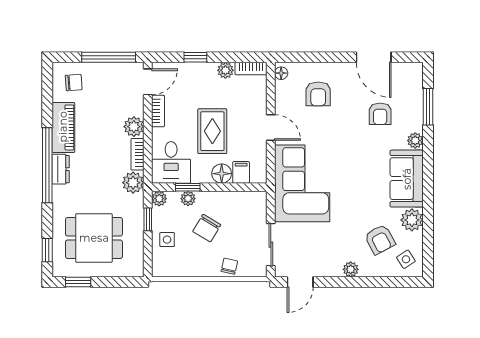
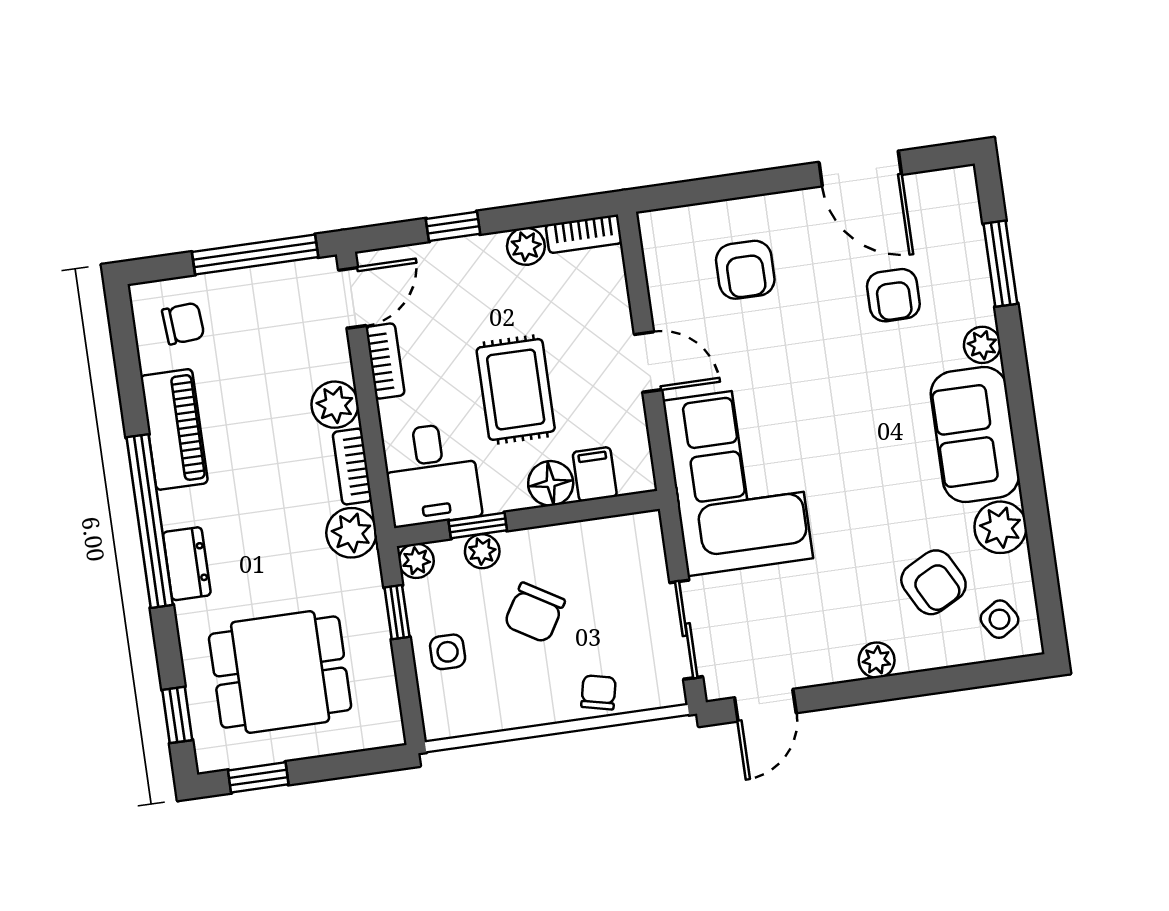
floor lamp: (281, 73) -> (654, 235), removed
dresser: (61, 169) -> (187, 564), moved

